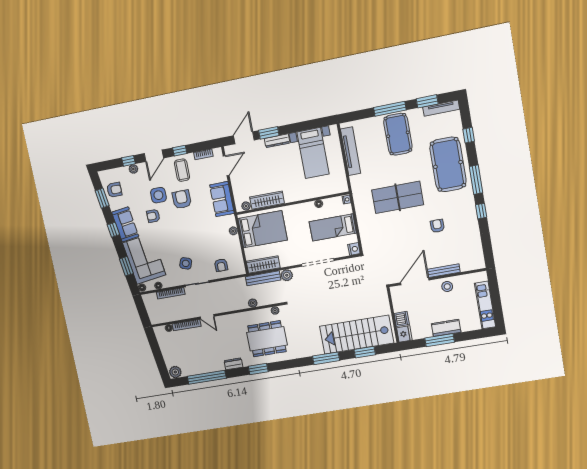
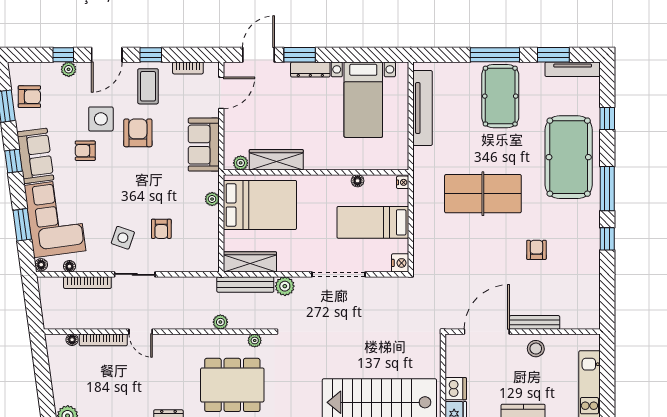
armchair: (221, 265) -> (161, 229), moved

